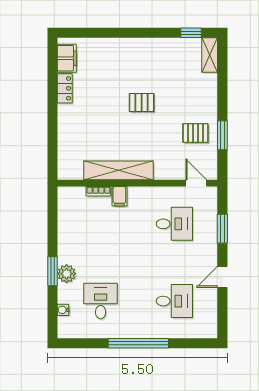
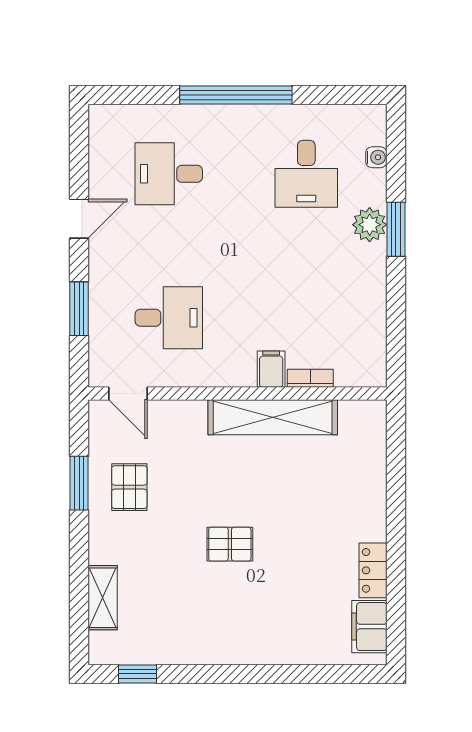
shelving: (210, 55) -> (103, 598), moved
pallet: (195, 133) -> (129, 487), turned 90
desk: (174, 224) -> (169, 318), turned 180

